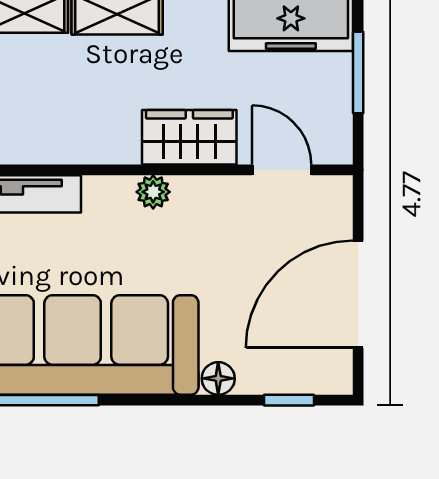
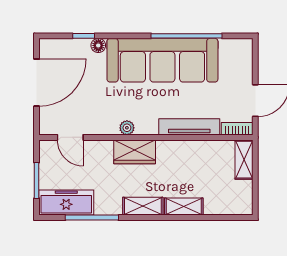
wardrobe: (189, 137) -> (135, 152), moved
window: (289, 400) -> (84, 36), moved

